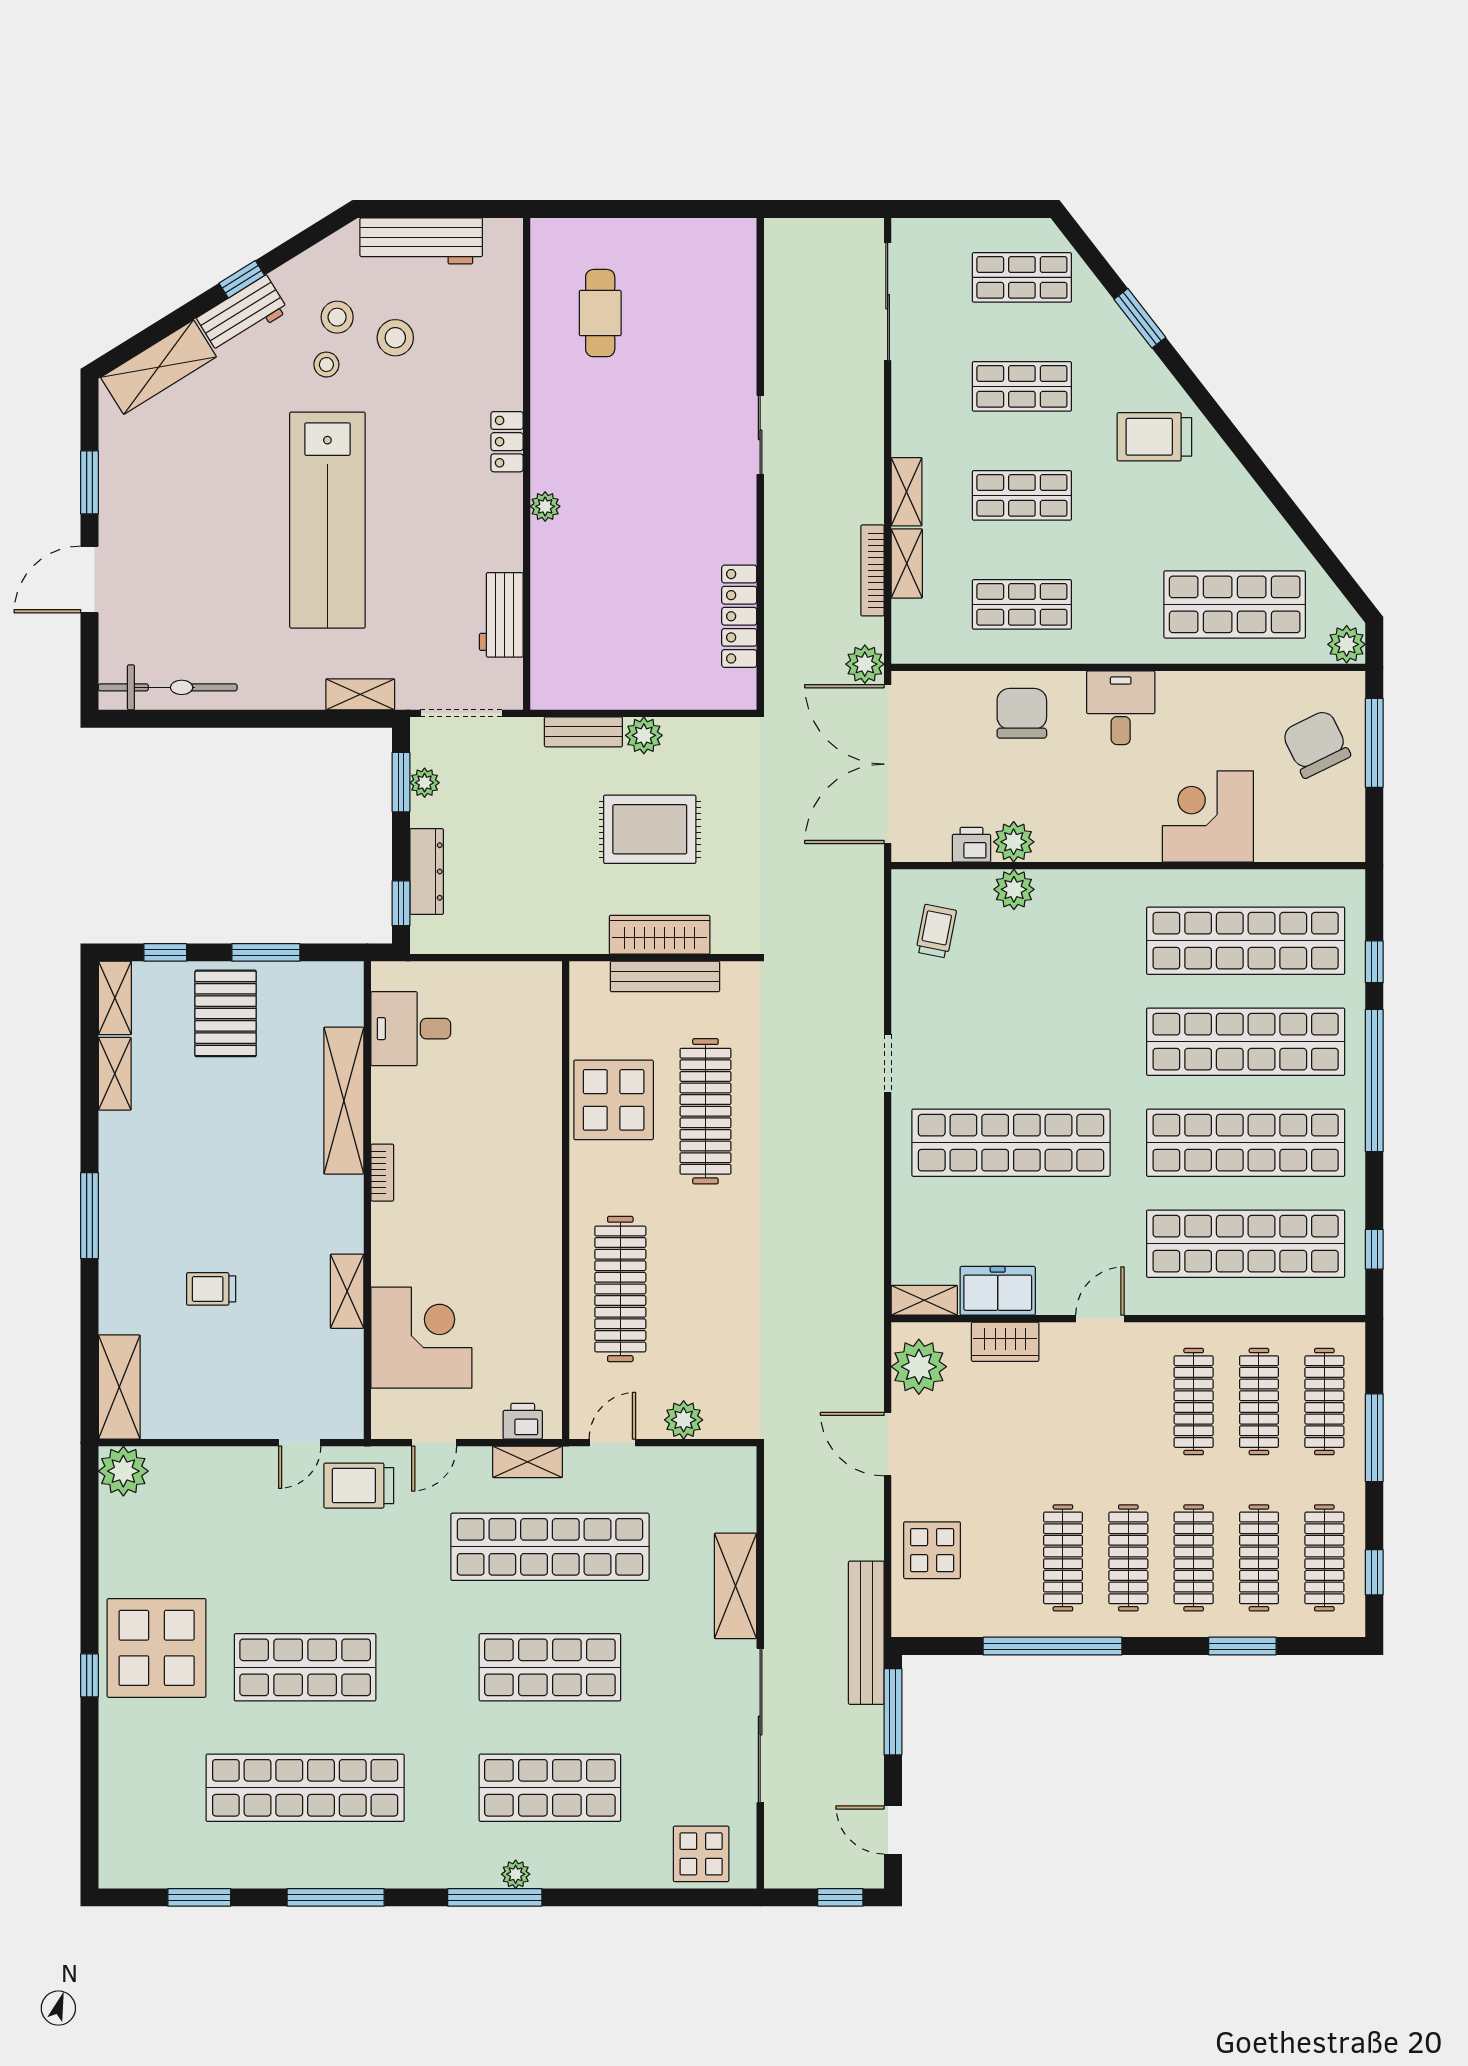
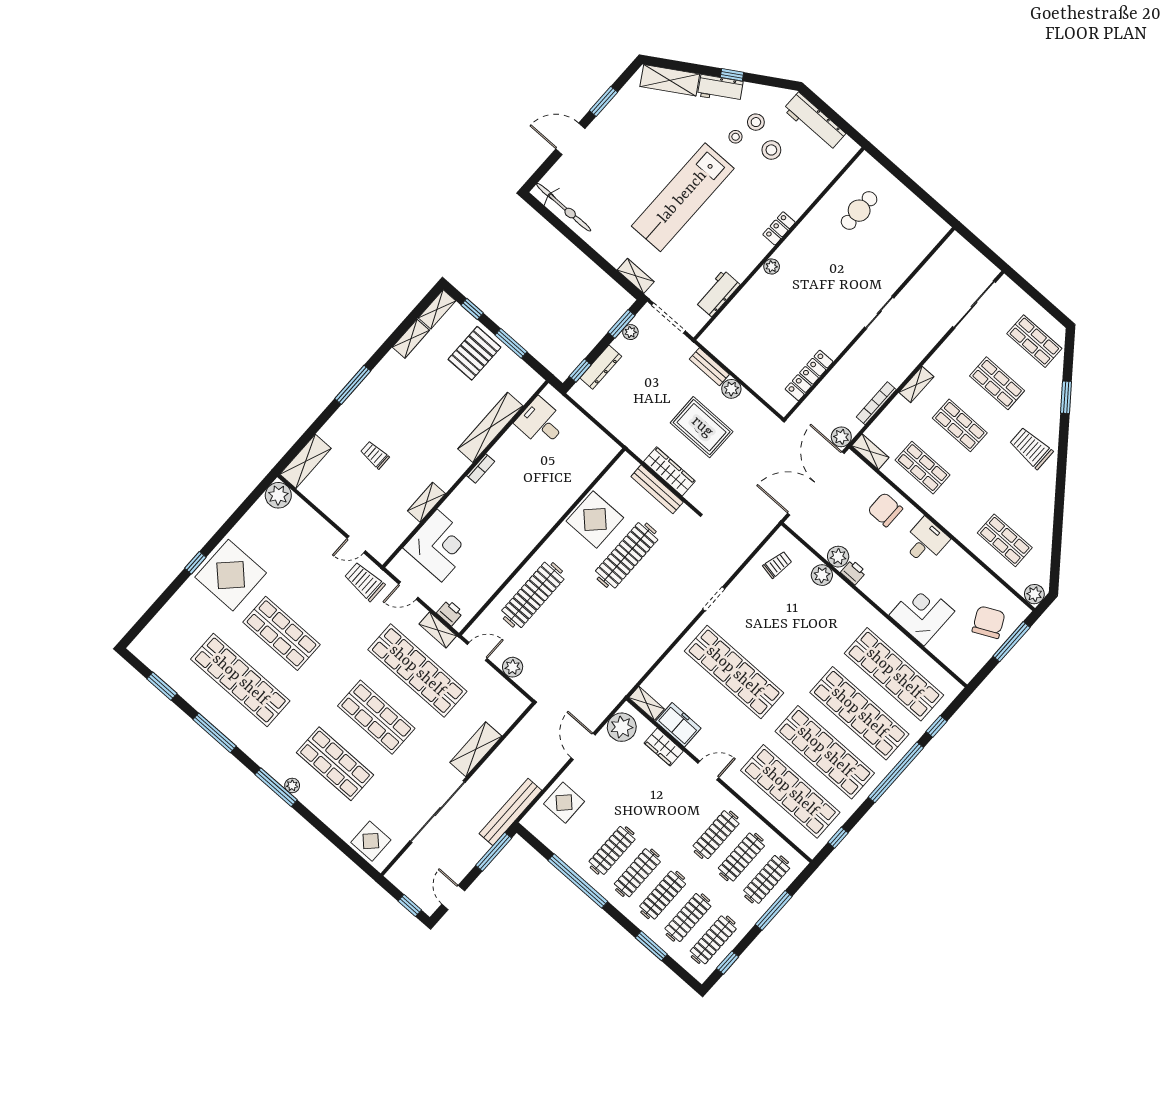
shelving: (907, 564) -> (870, 452), moved, turned 90
shop shelf: (1235, 604) -> (1005, 540), width x0.70, depth x0.74
chair: (1022, 713) -> (885, 510), turned -90
printer: (971, 845) -> (853, 572), moved

